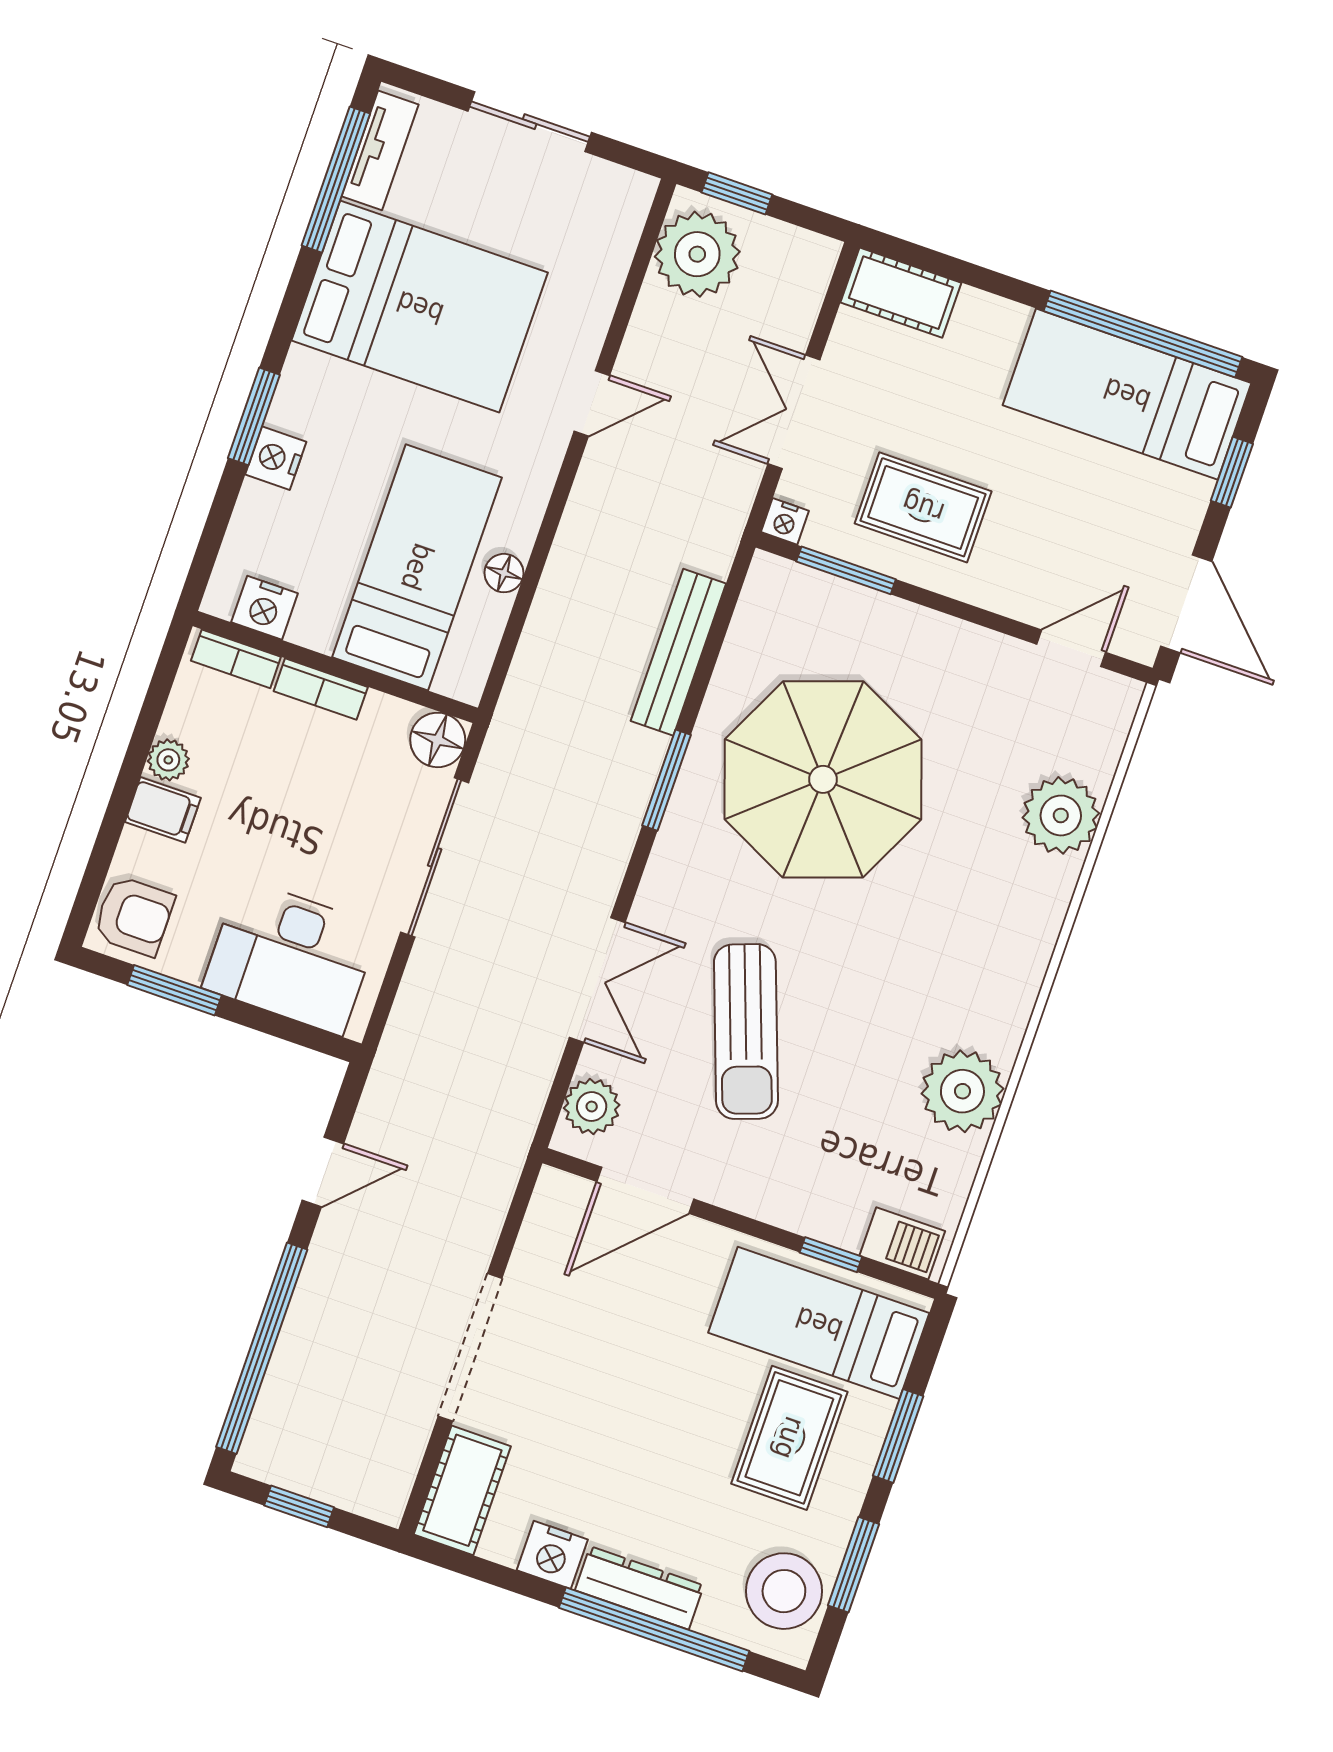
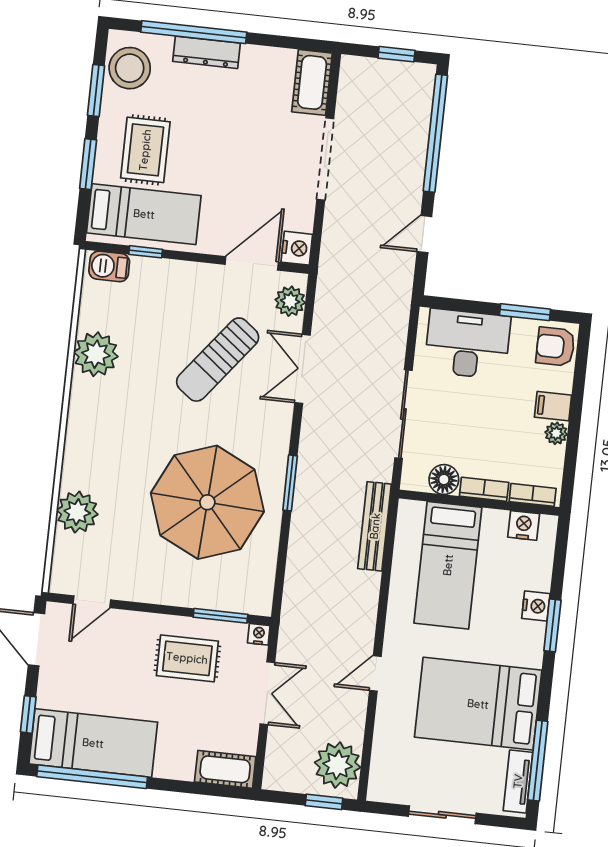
floor lamp: (504, 573) -> (401, 573), removed
bench: (678, 652) -> (375, 526), moved
floor lamp: (438, 740) -> (444, 479), moved
sun lounger: (746, 1032) -> (218, 360), turned -122
nightstand: (552, 1555) -> (297, 248), moved, turned 90

